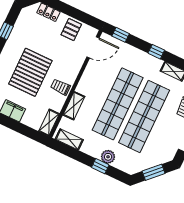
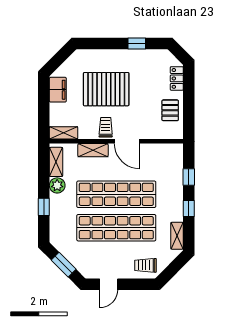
pallet: (71, 29) -> (170, 110), turned 90
window: (121, 35) -> (189, 177), moved
door: (93, 47) -> (127, 141), moved
plant: (108, 157) -> (57, 185), moved

